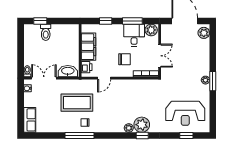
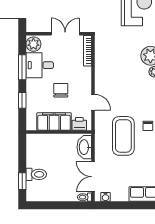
chair: (124, 59) -> (61, 90), moved

